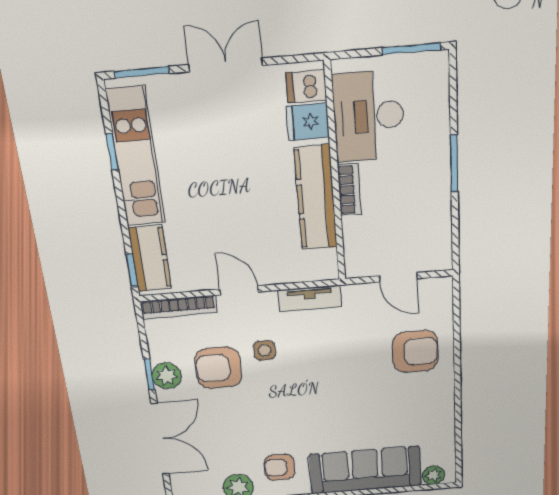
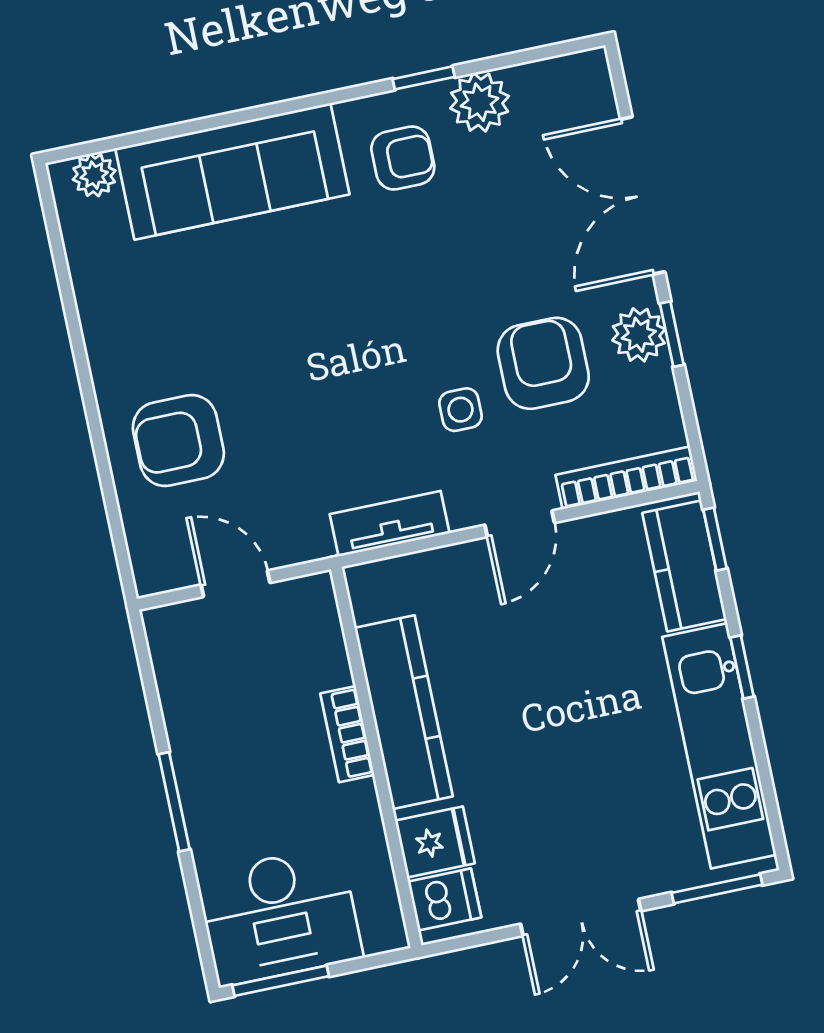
desk: (369, 116) -> (280, 916), moved, turned 90
window: (112, 152) -> (742, 667), moved
door: (239, 290) -> (520, 524), hinge flipped
armchair: (218, 368) -> (543, 363), turned -90

